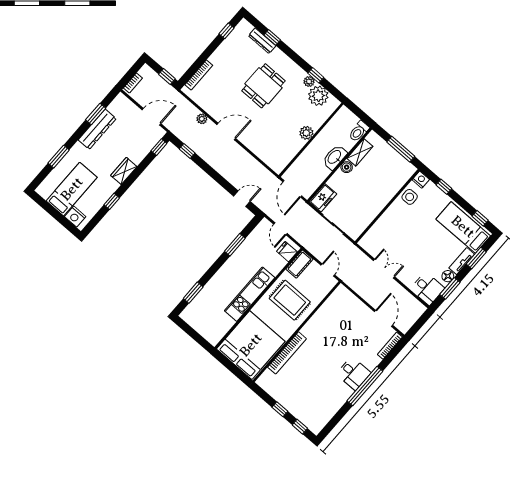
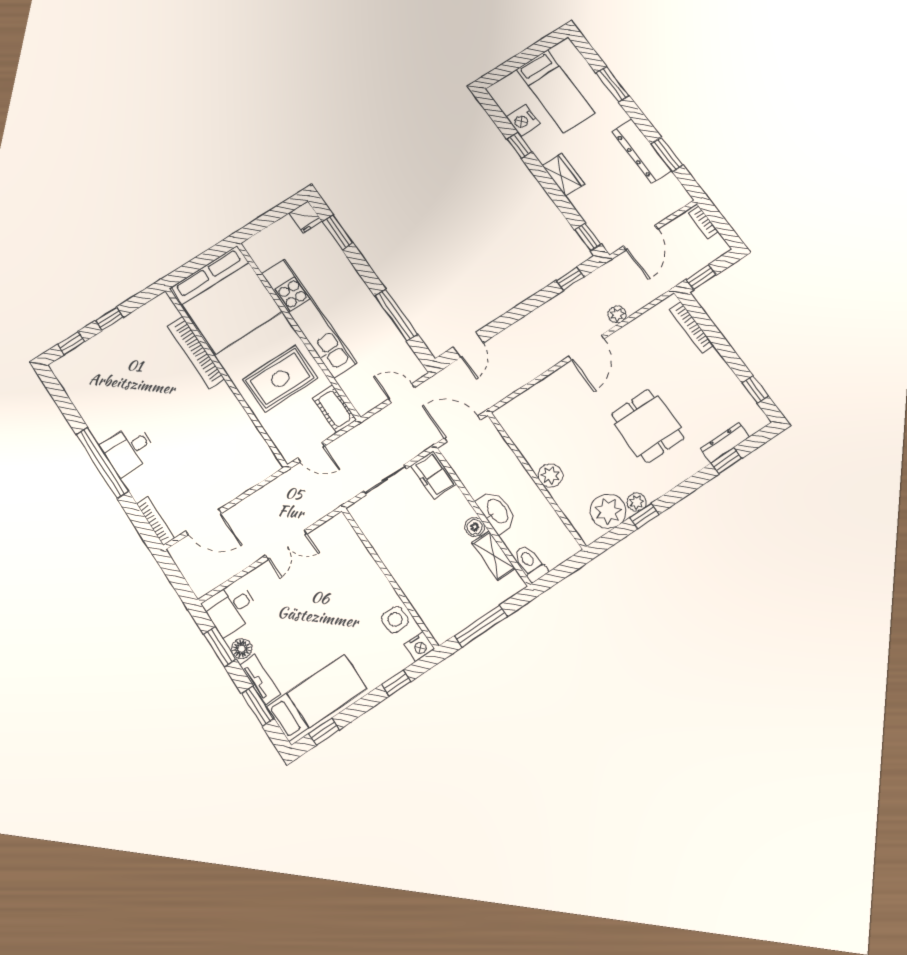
nightstand: (75, 217) -> (523, 121), moved, turned -90
window: (235, 245) -> (396, 315), width x1.44
fridge: (287, 252) -> (306, 217), moved, turned 90
kitchen unit: (250, 294) -> (309, 318), width x1.36

